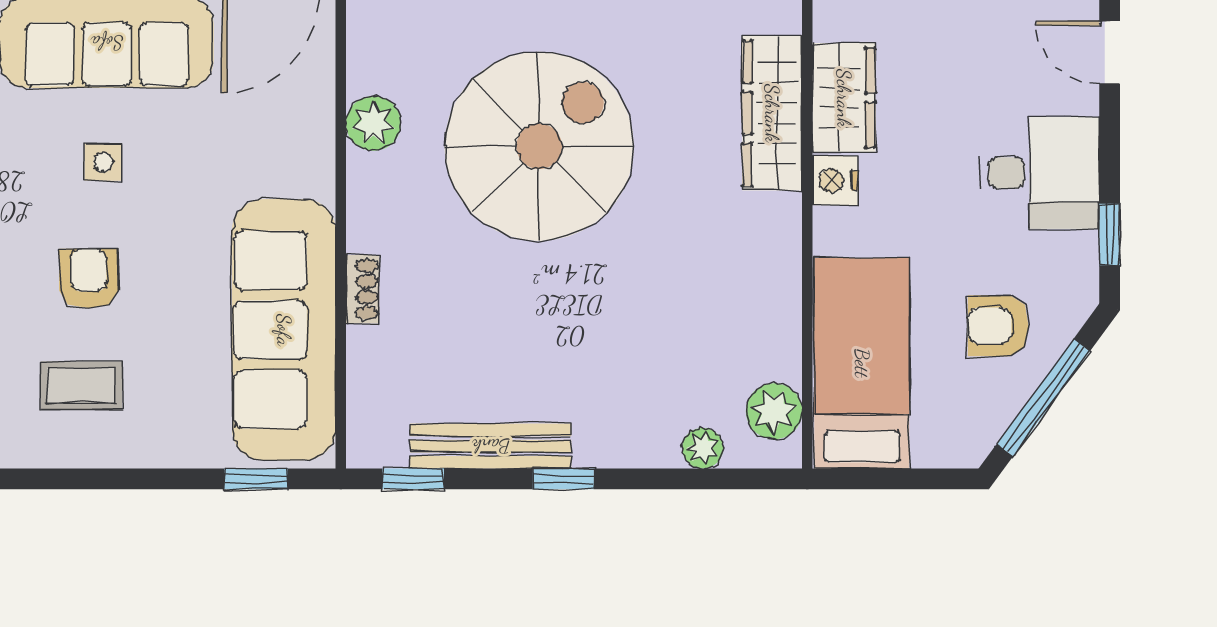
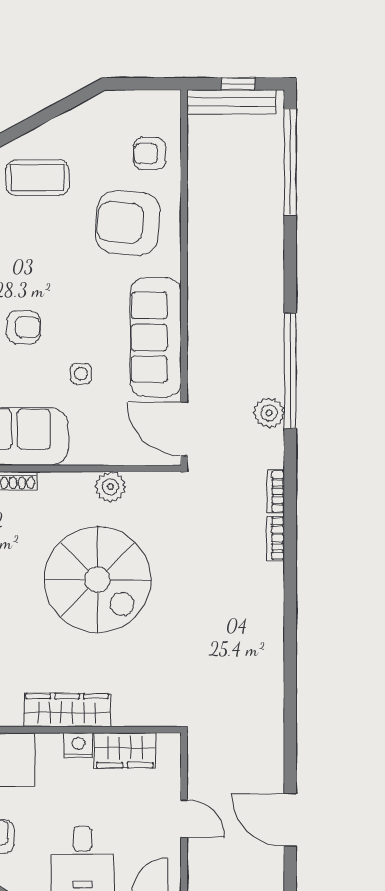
wardrobe: (772, 113) -> (67, 710), moved
side table: (103, 162) -> (81, 374), moved

